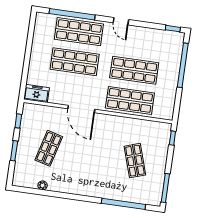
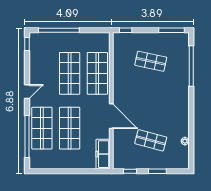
freezer: (37, 93) -> (103, 154), width x1.40
door: (81, 109) -> (111, 116), hinge flipped
shop shelf: (135, 161) -> (151, 61), turned 30

